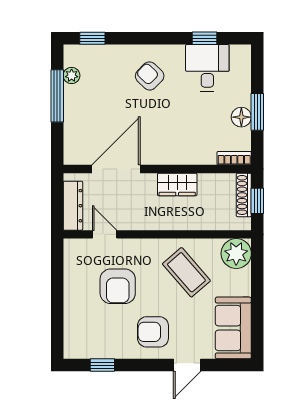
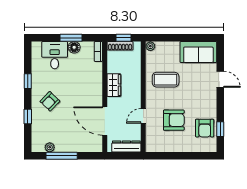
window: (92, 38) -> (28, 116), moved
window: (205, 38) -> (28, 81), moved
desk: (207, 68) -> (55, 55), moved, turned 90
door: (105, 234) -> (143, 116), moved
plant: (236, 254) -> (150, 46), width x0.53, depth x0.53
coffee table: (186, 272) -> (166, 80), turned 41
armchair: (153, 332) -> (205, 128), moved

